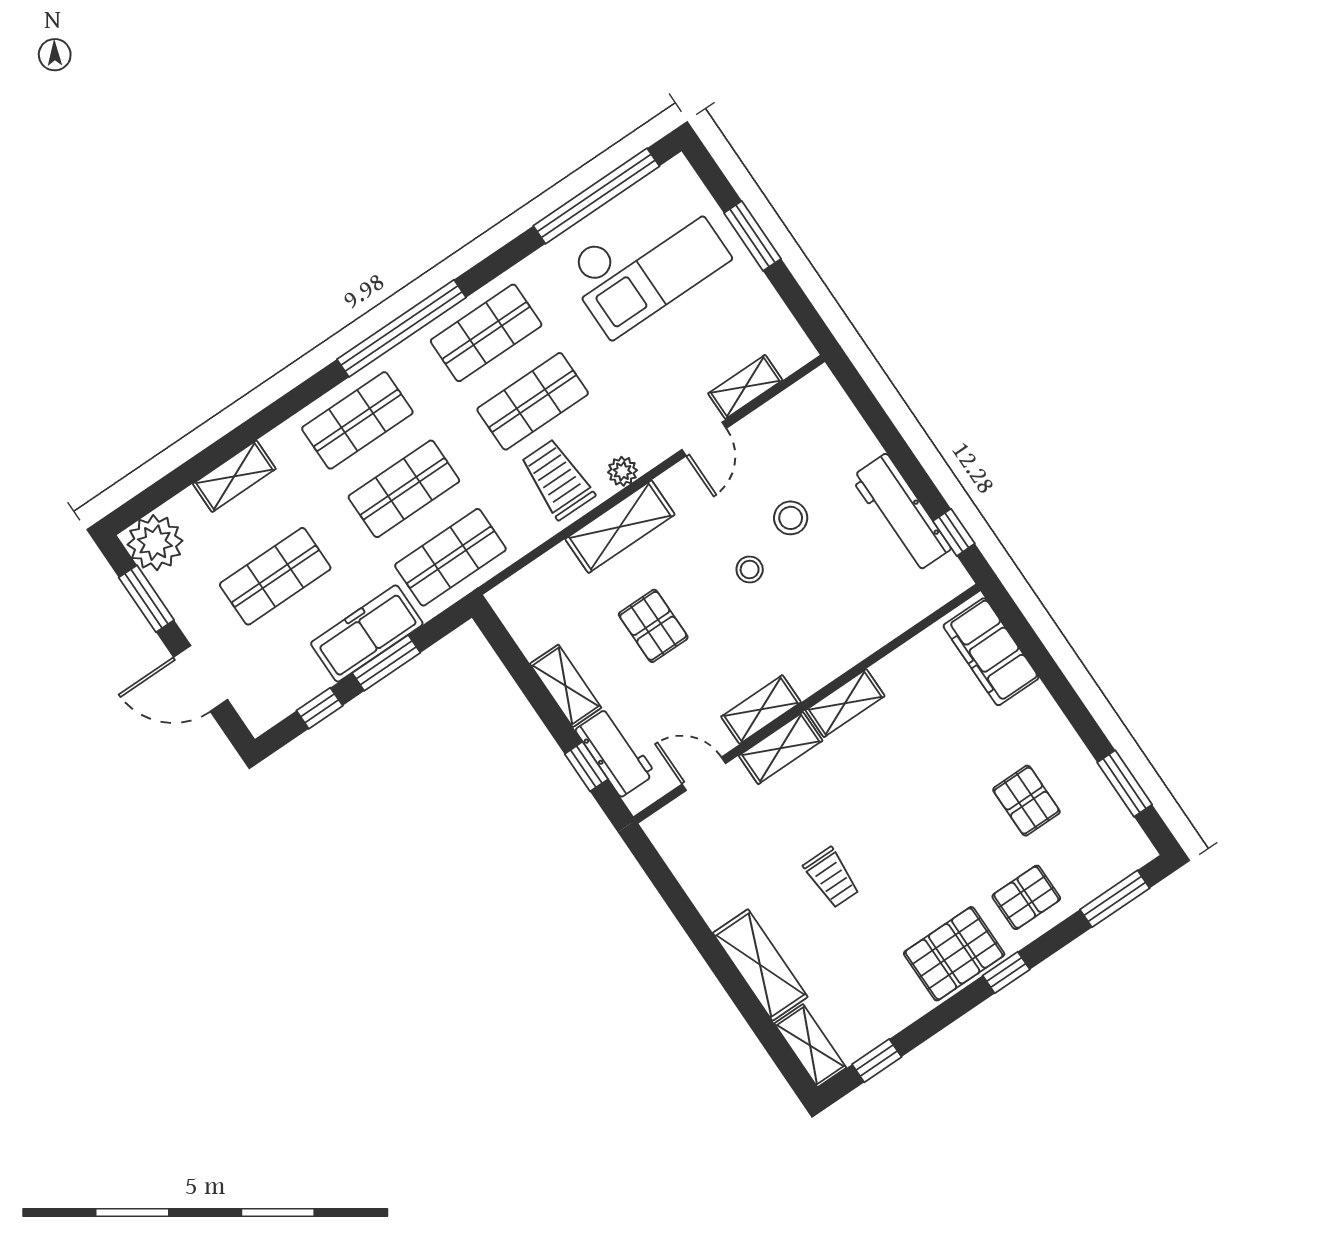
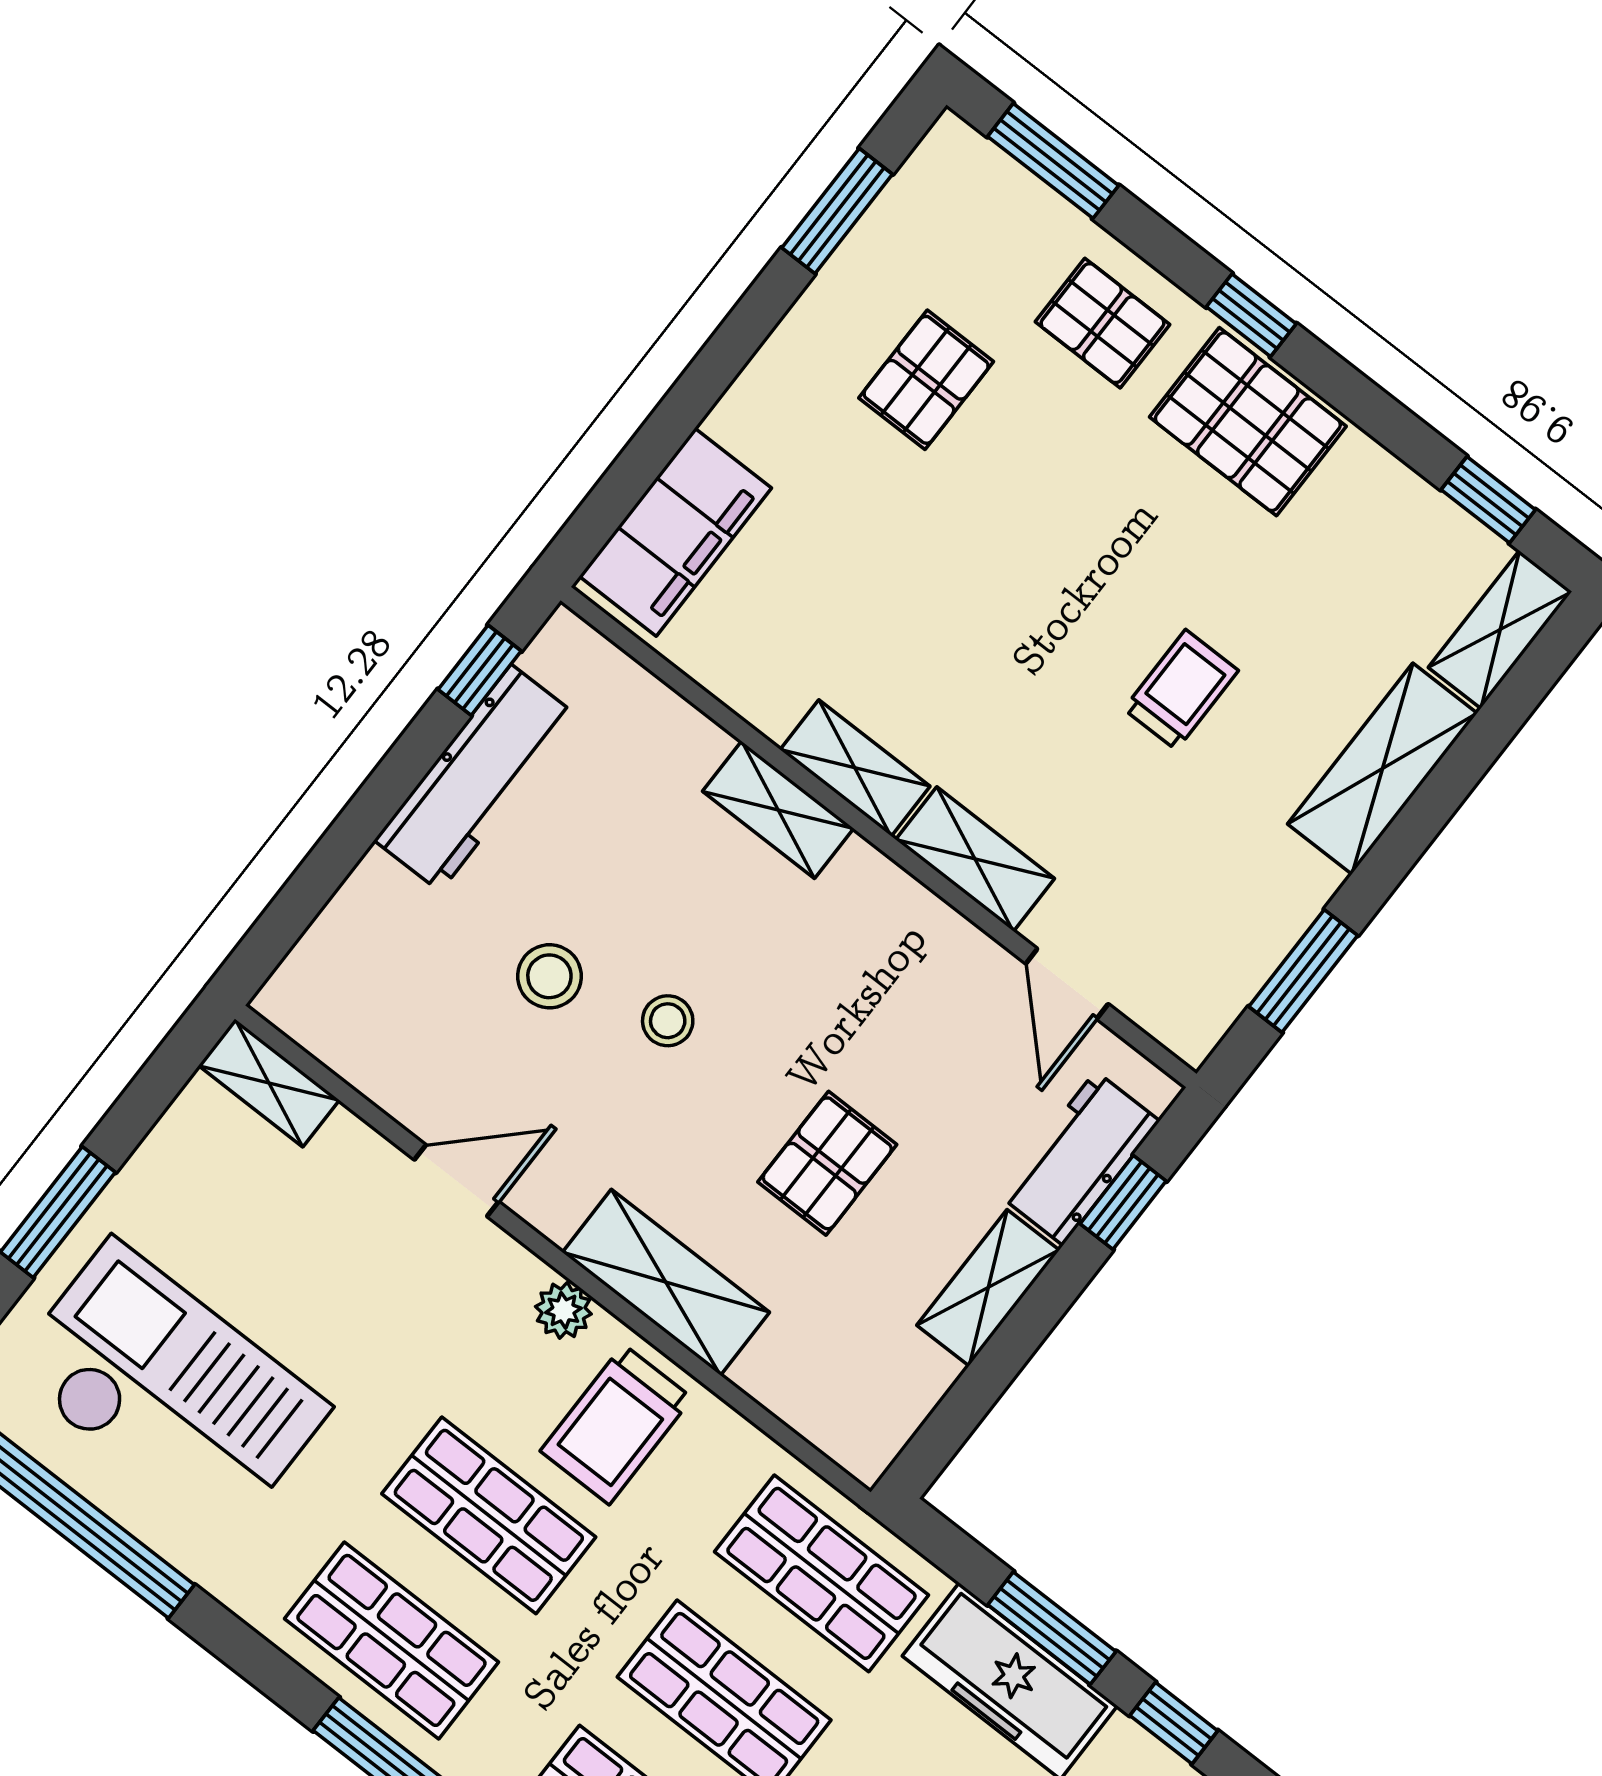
shelving: (745, 387) -> (269, 1083), moved
shelving: (761, 709) -> (778, 810), moved
window: (672, 893) -> (1303, 971), added

